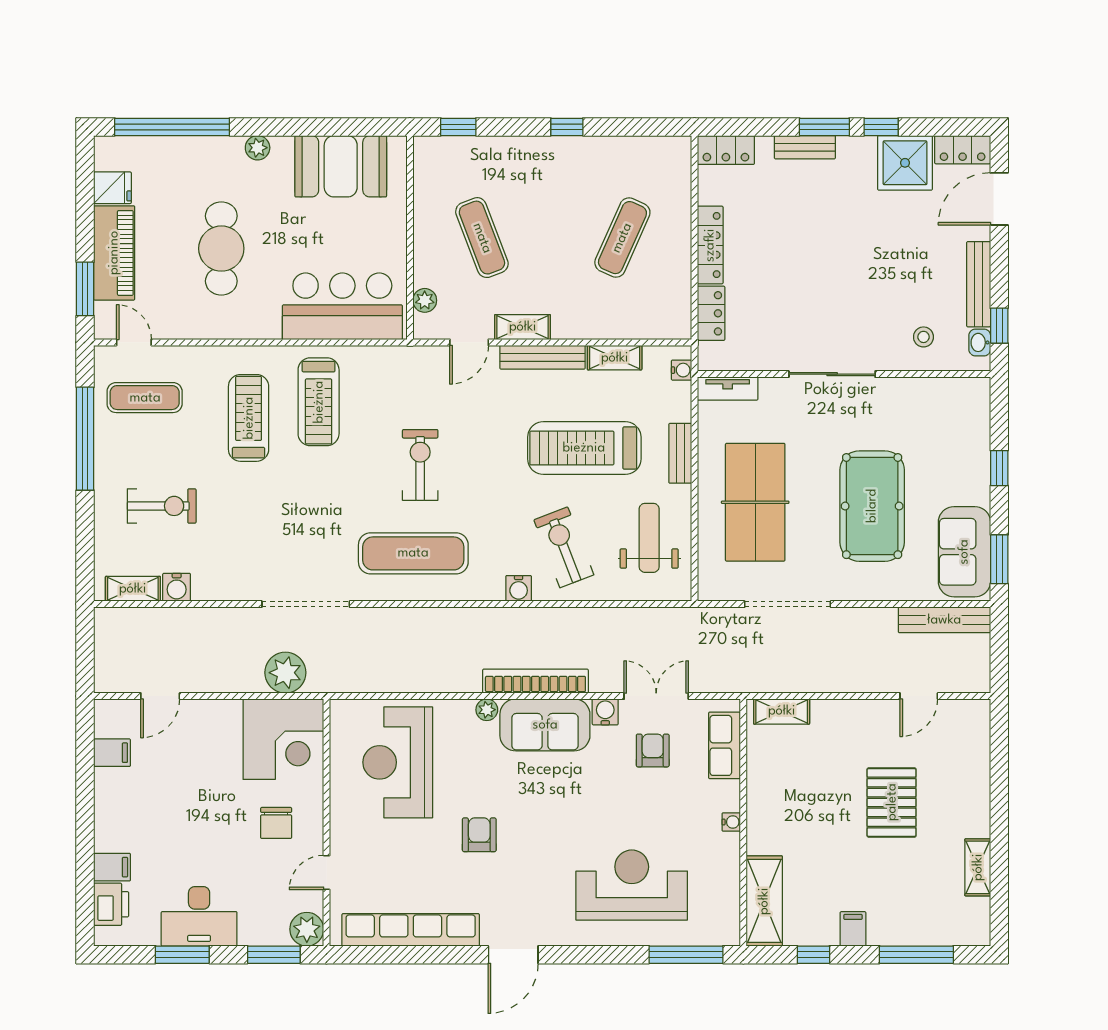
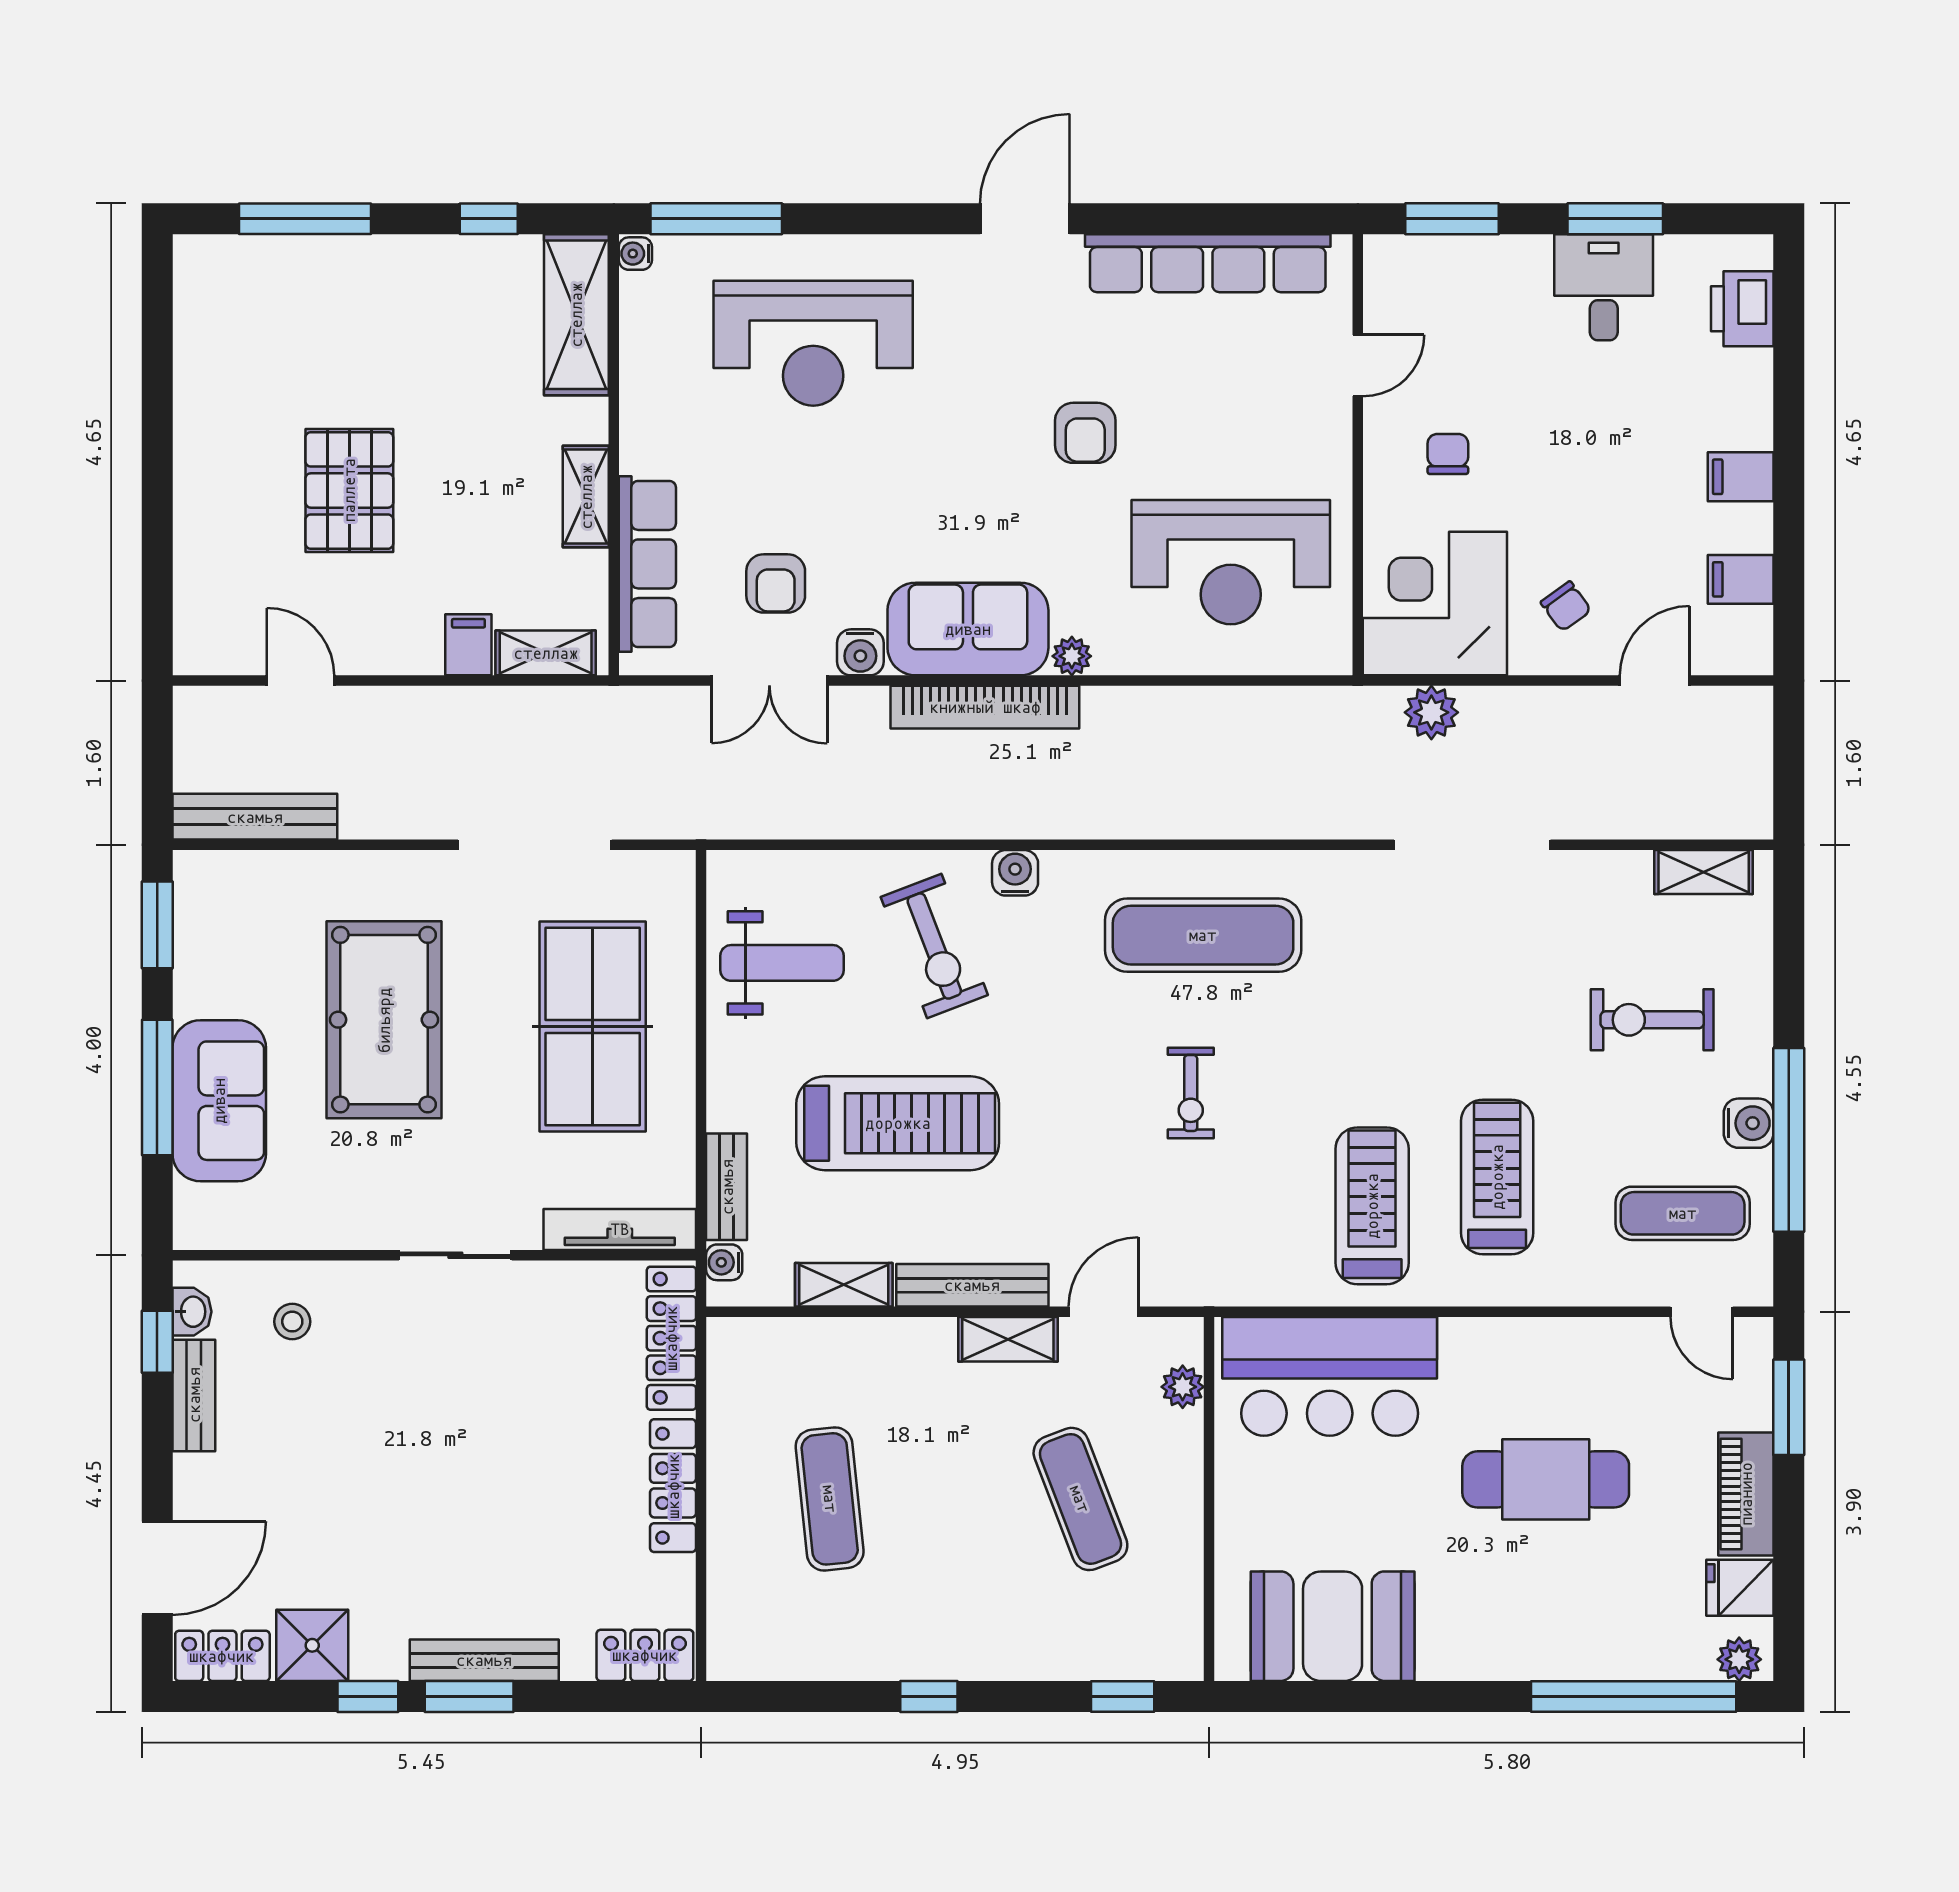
bench: (805, 147) -> (484, 1660), width x1.36
plant: (258, 148) -> (1739, 1659), moved
shower: (905, 163) -> (312, 1645), width x0.73, depth x0.73
exercise mat: (622, 238) -> (830, 1499), turned -30
cafe table: (221, 249) -> (1546, 1479), turned 90
piano: (114, 253) -> (1746, 1494), width x0.73, depth x0.75
bench: (979, 284) -> (194, 1395), width x0.73
locker: (711, 313) -> (671, 1338), width x1.53
sliding door: (832, 374) -> (455, 1255), width x0.73
tv unit: (728, 389) -> (620, 1229), width x1.41
treadmill: (249, 418) -> (1497, 1177), turned 180
bench: (680, 453) -> (727, 1187), moved
exercise bike: (420, 465) -> (1191, 1093), width x0.73, depth x0.72
window: (999, 468) -> (157, 1087), width x2.17
weight bench: (649, 538) -> (782, 963), turned -90
sofa: (964, 552) -> (219, 1101), moved
water cooler: (177, 587) -> (1749, 1123), moved, turned 90
doorway: (306, 604) -> (1472, 845), moved
plant: (285, 673) -> (1431, 712), width x0.73, depth x0.73
door: (919, 696) -> (301, 681), hinge flipped
chair: (210, 738) -> (1566, 606), added
row of seats: (725, 745) -> (647, 564), width x1.48
reception desk: (398, 762) -> (1231, 562), turned 90
water cooler: (731, 822) -> (635, 254), moved
chair: (276, 823) -> (1448, 454), width x0.73, depth x0.73
filing cabinet: (112, 867) -> (1741, 477), moved
shelving: (978, 867) -> (586, 497), moved
desk: (199, 916) -> (1604, 287), width x0.73
plant: (307, 929) -> (1393, 264), removed
filing cabinet: (853, 929) -> (468, 645), moved, turned 180

